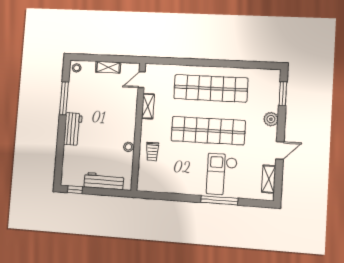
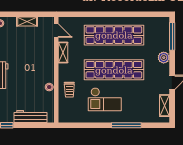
door: (142, 80) -> (56, 31), swing flipped
window: (283, 94) -> (172, 36), width x1.44
checkout: (222, 174) -> (105, 99), moved, turned -90

